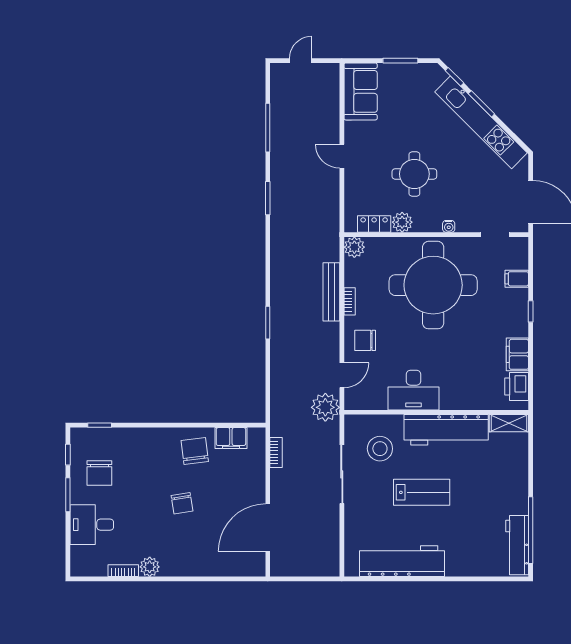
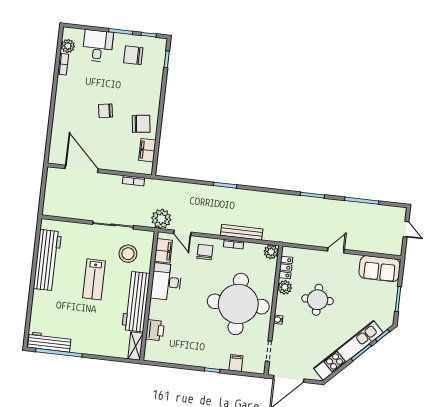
filing cabinet: (517, 354) -> (163, 251), moved, turned 90
printer: (517, 387) -> (155, 330), moved, turned 90
plant: (150, 567) -> (68, 46), moved

